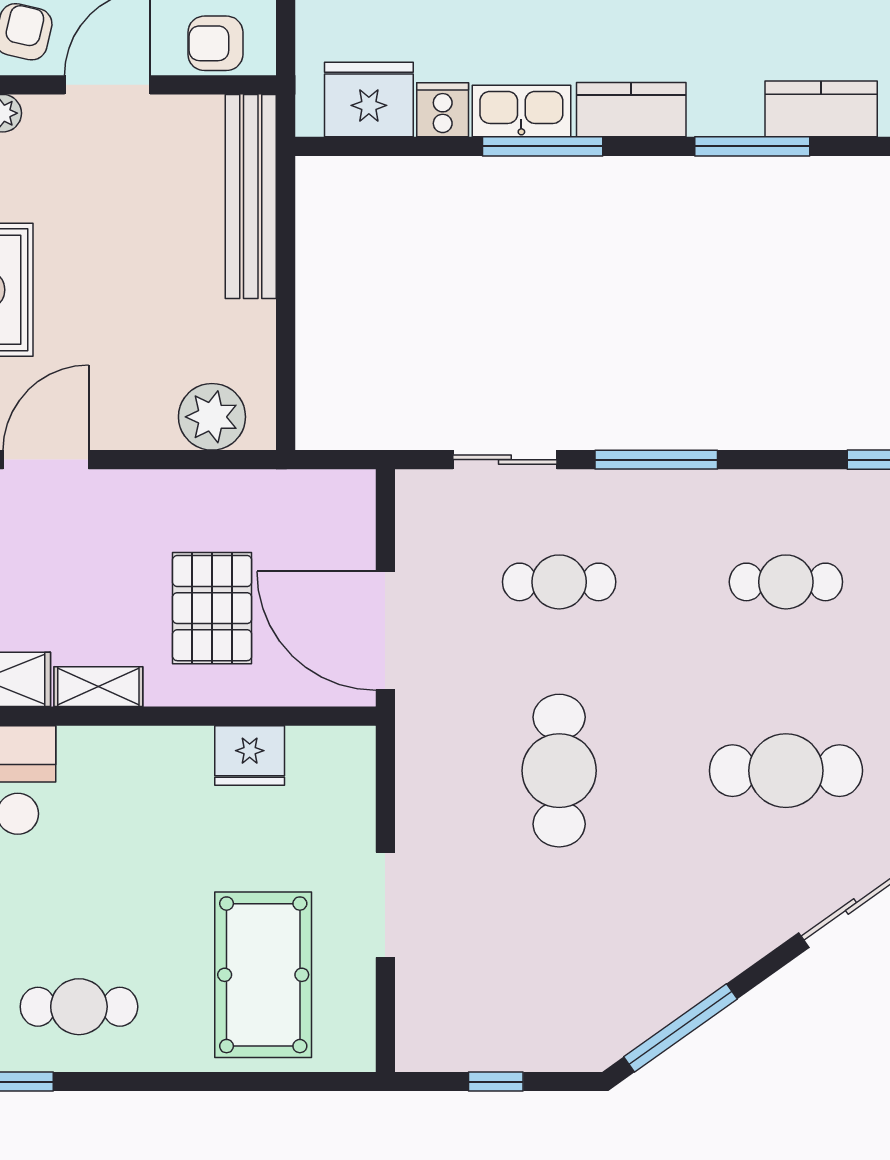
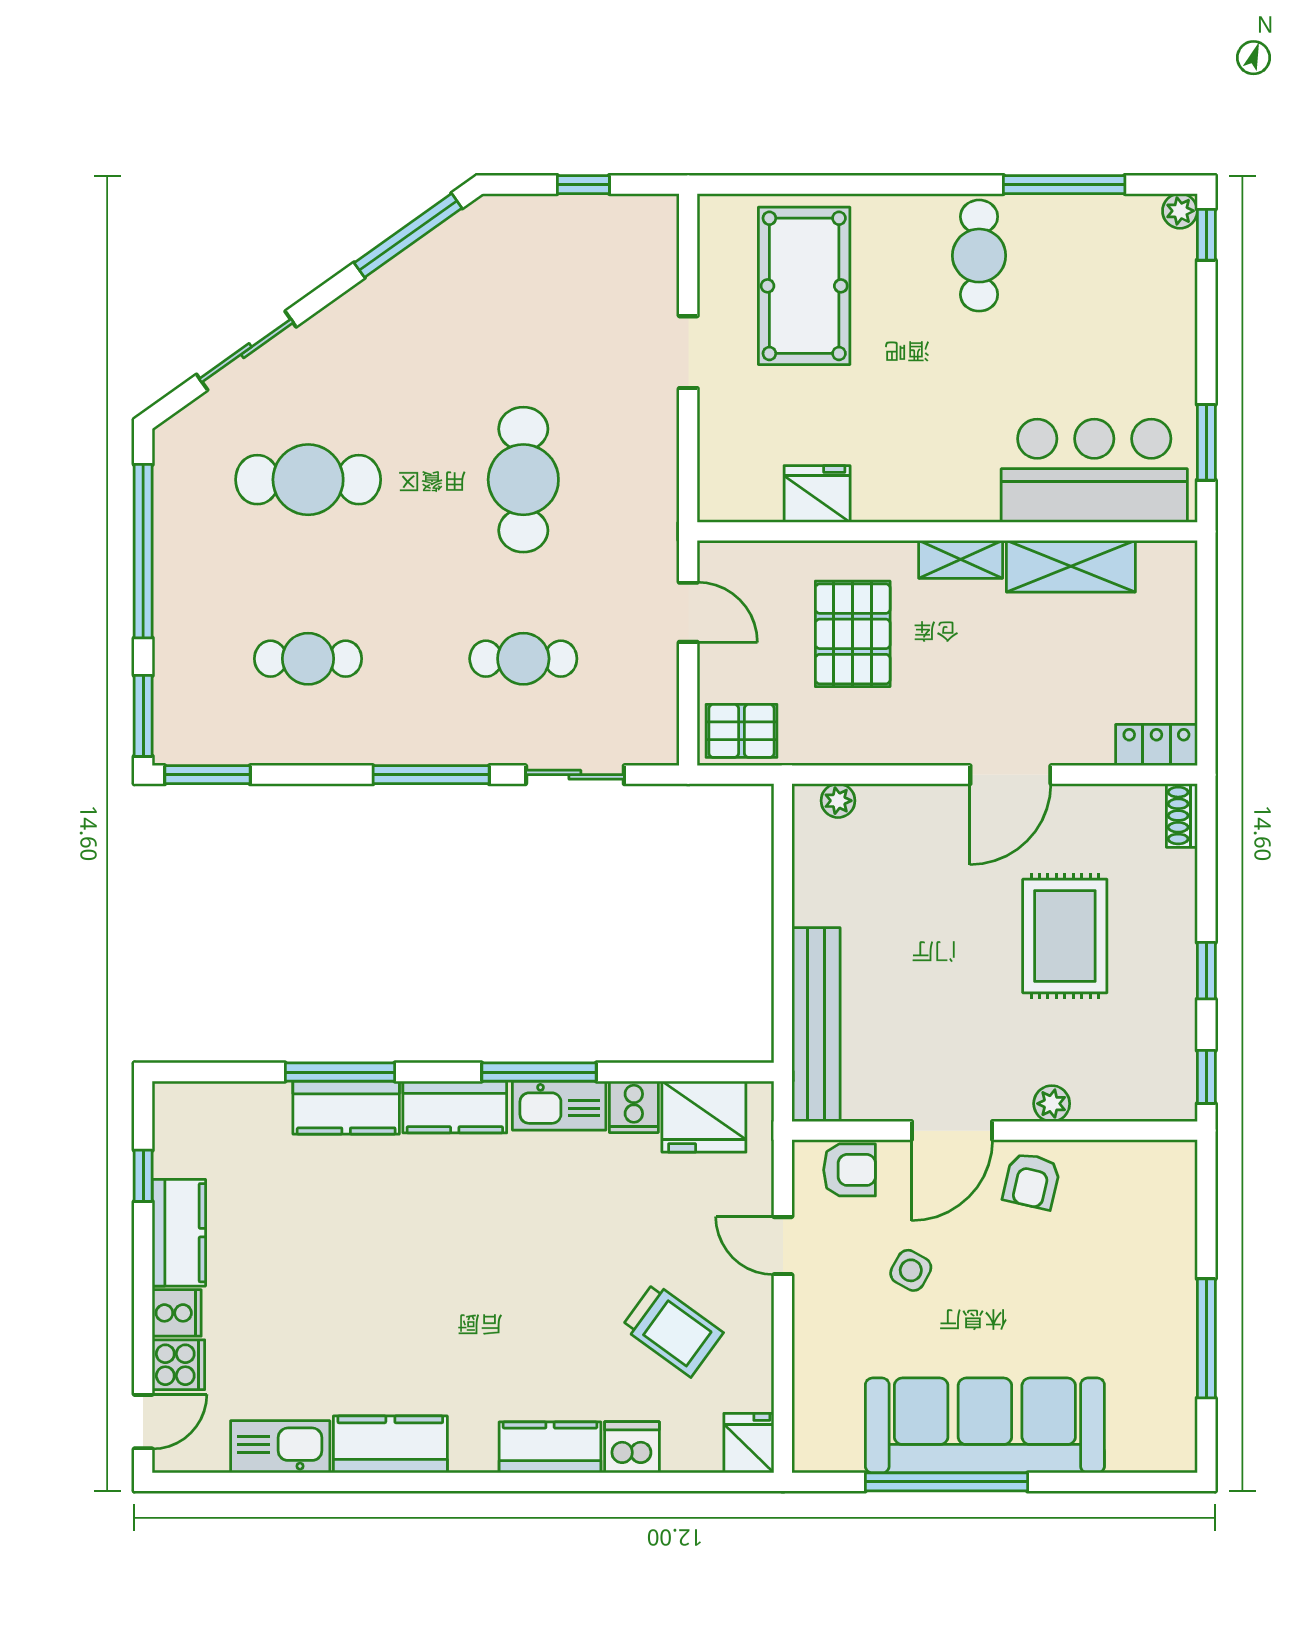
kitchen counter: (821, 109) -> (346, 1108), moved
plant: (212, 417) -> (838, 801), width x0.53, depth x0.53
pallet: (329, 506) -> (741, 731), added
door: (385, 631) -> (688, 612), width x0.53
doorway: (385, 905) -> (688, 352), width x0.73
cafe table: (79, 1007) -> (979, 256), turned 90

